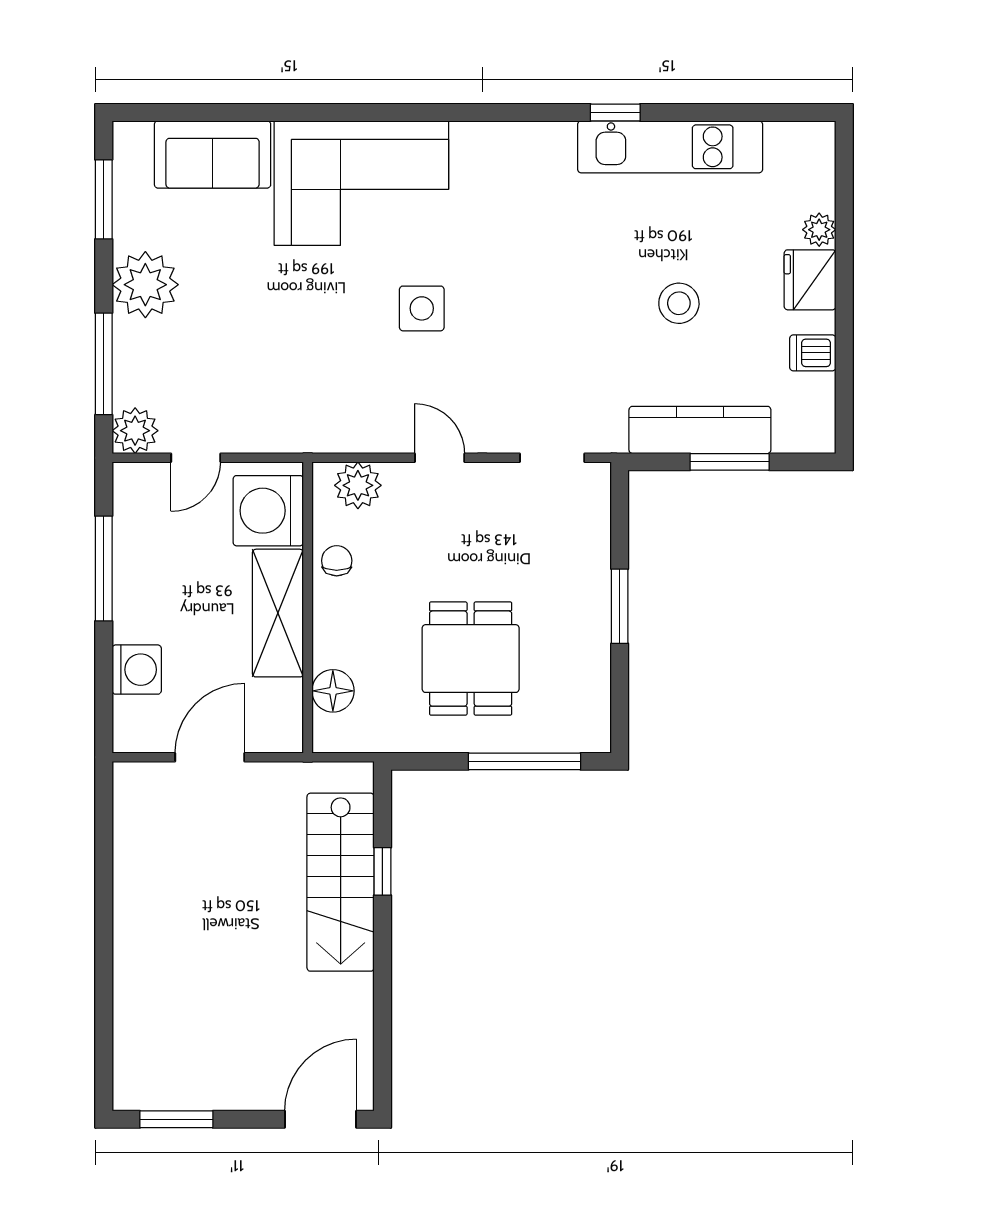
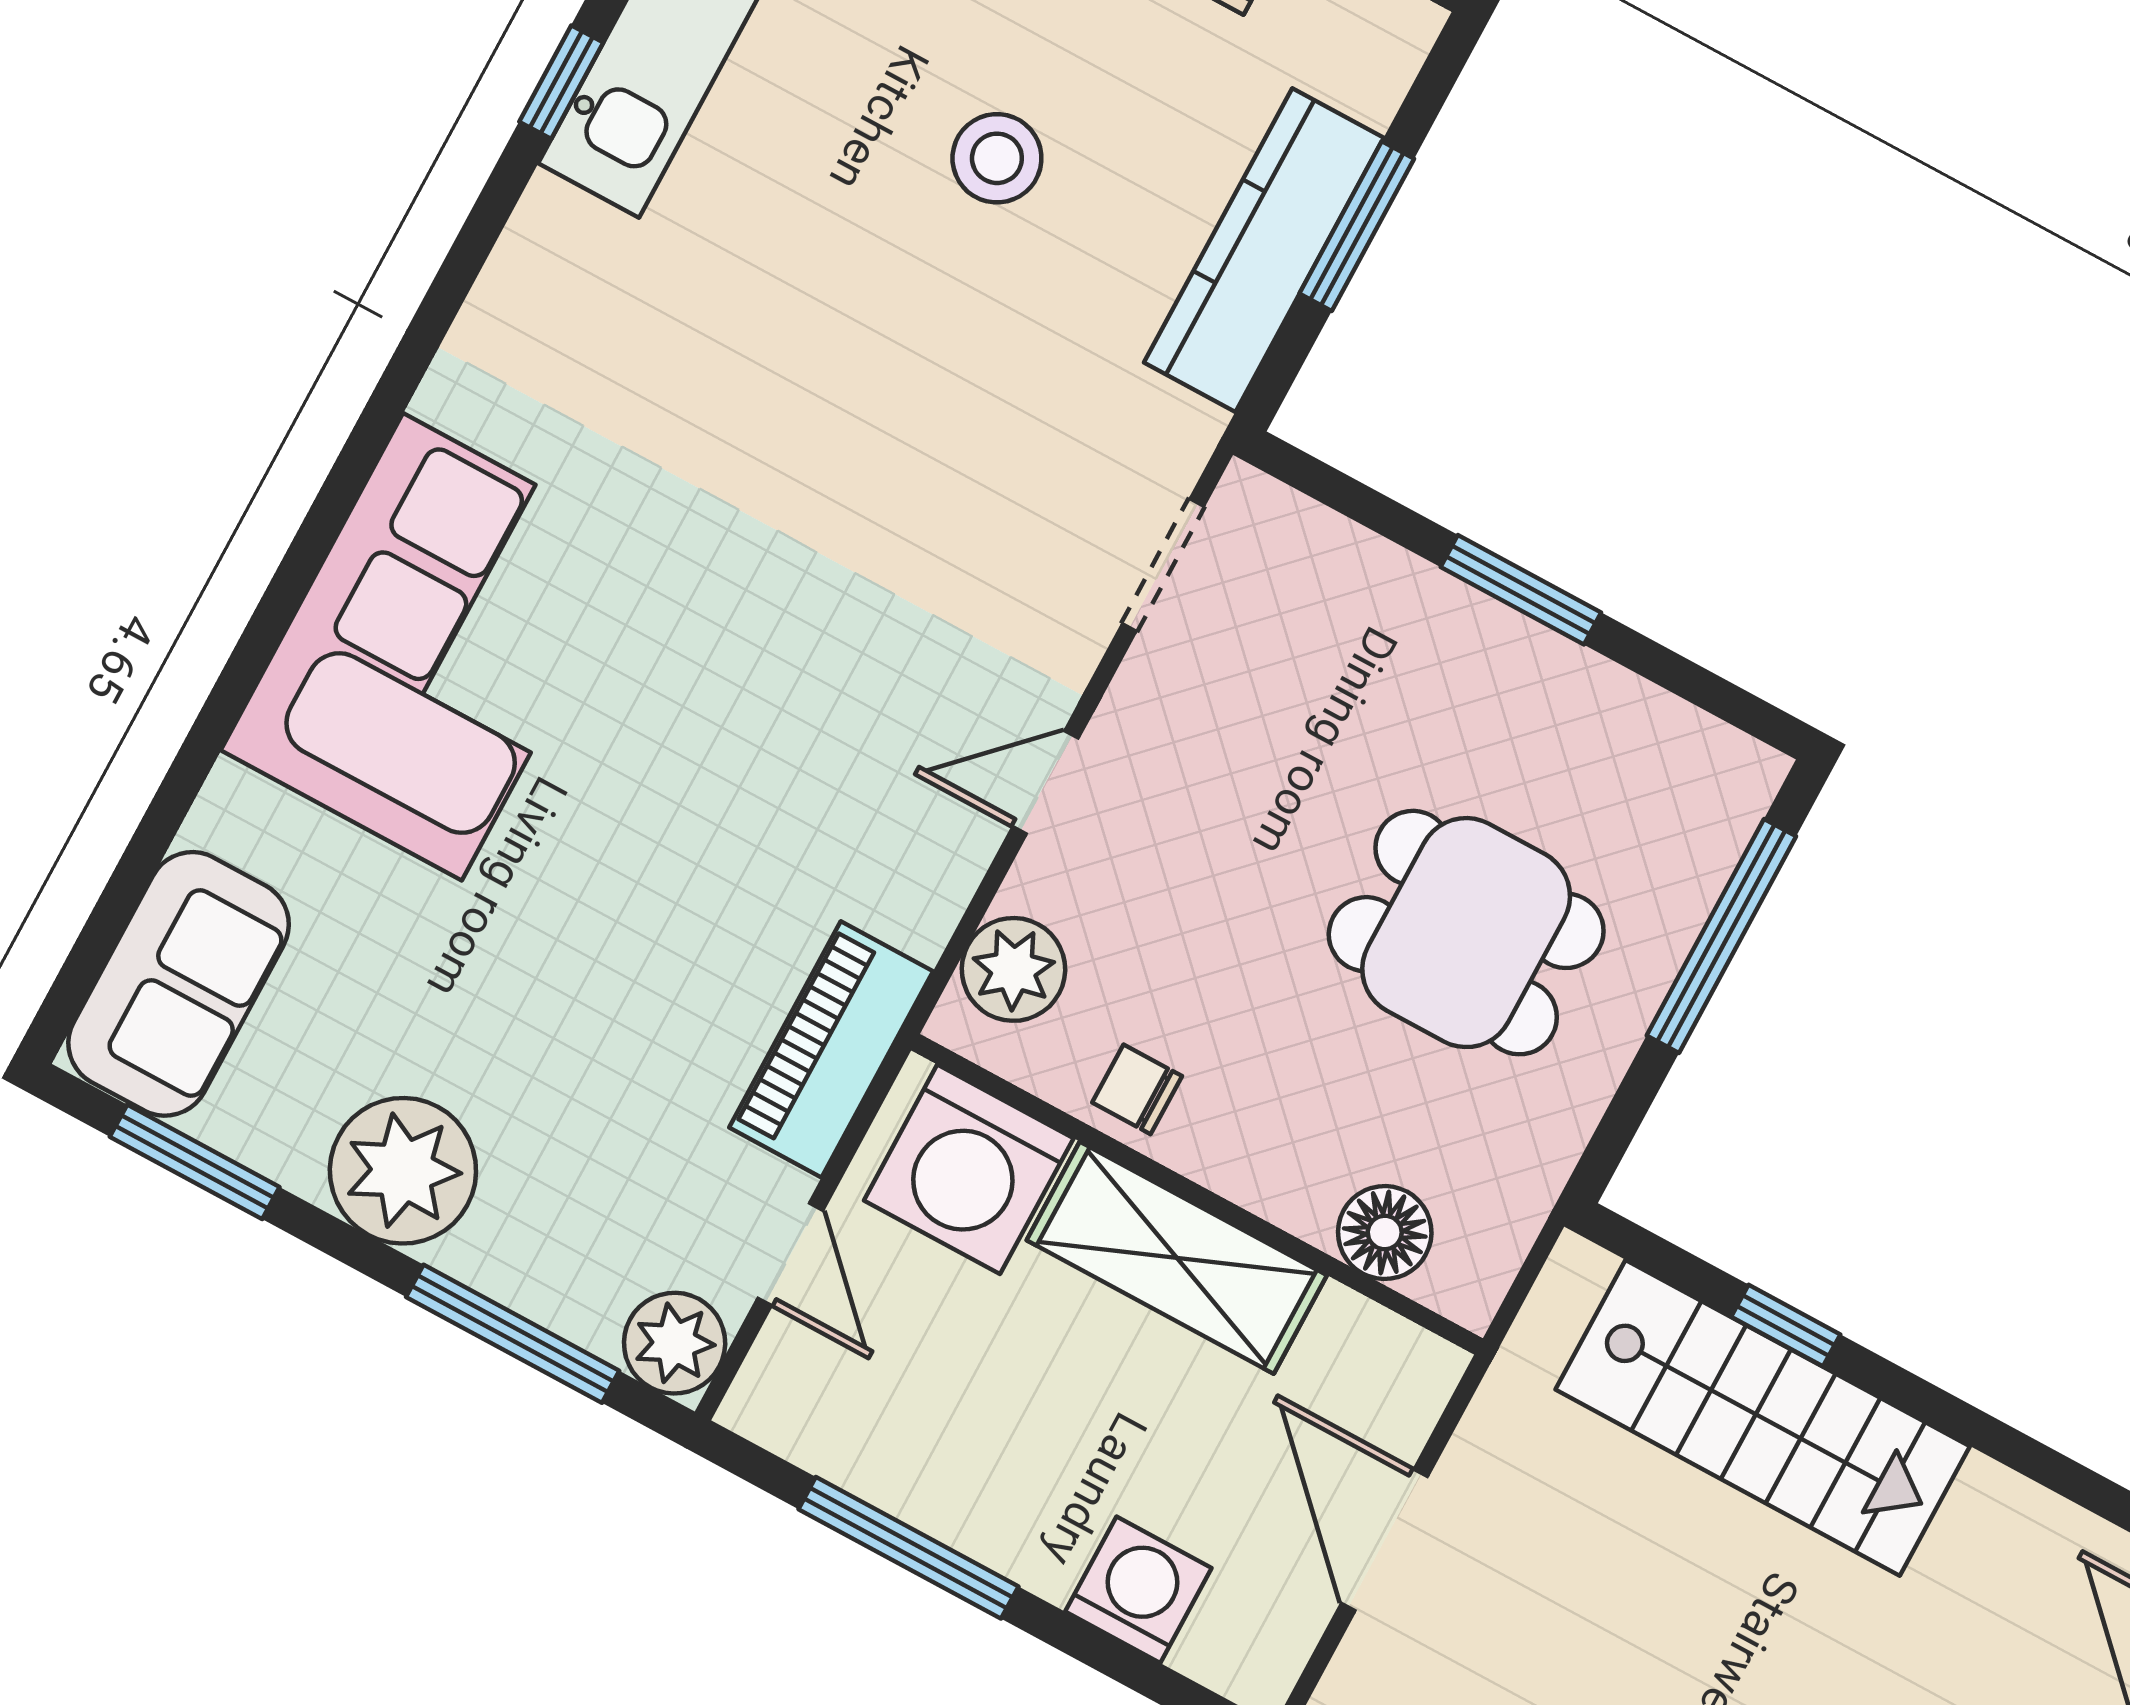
sofa: (213, 154) -> (179, 984), moved
side table: (422, 308) -> (738, 661), removed
piano: (286, 430) -> (831, 1049), added

